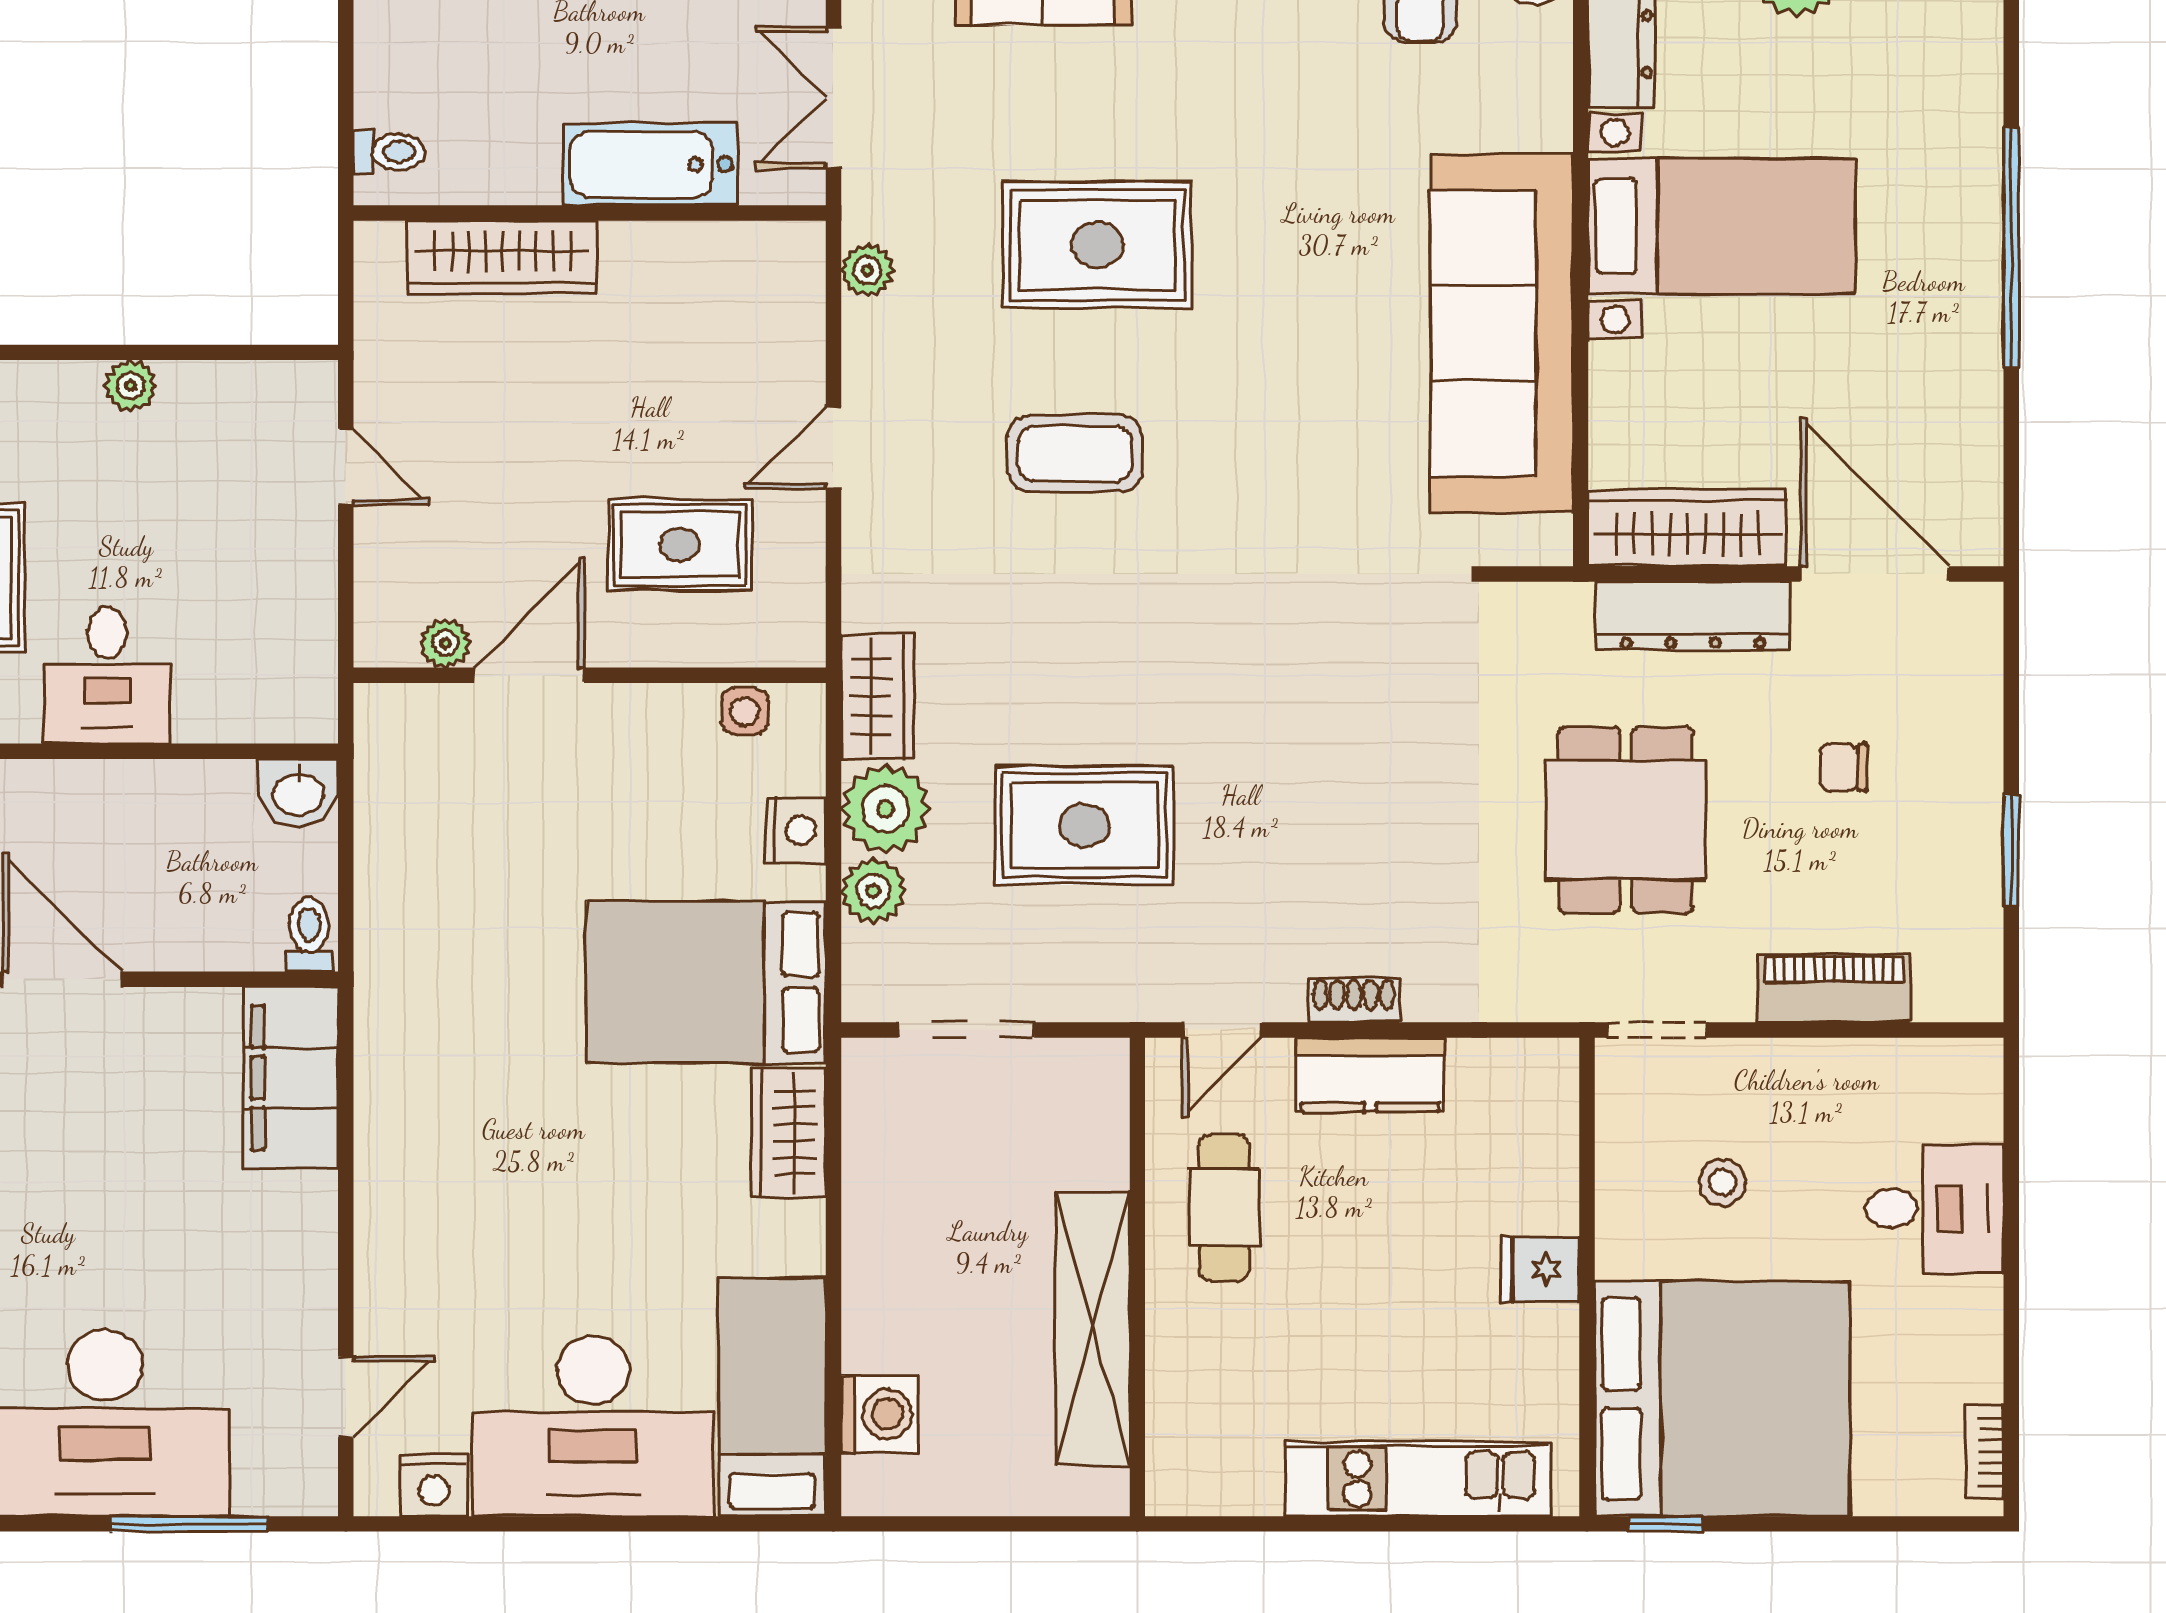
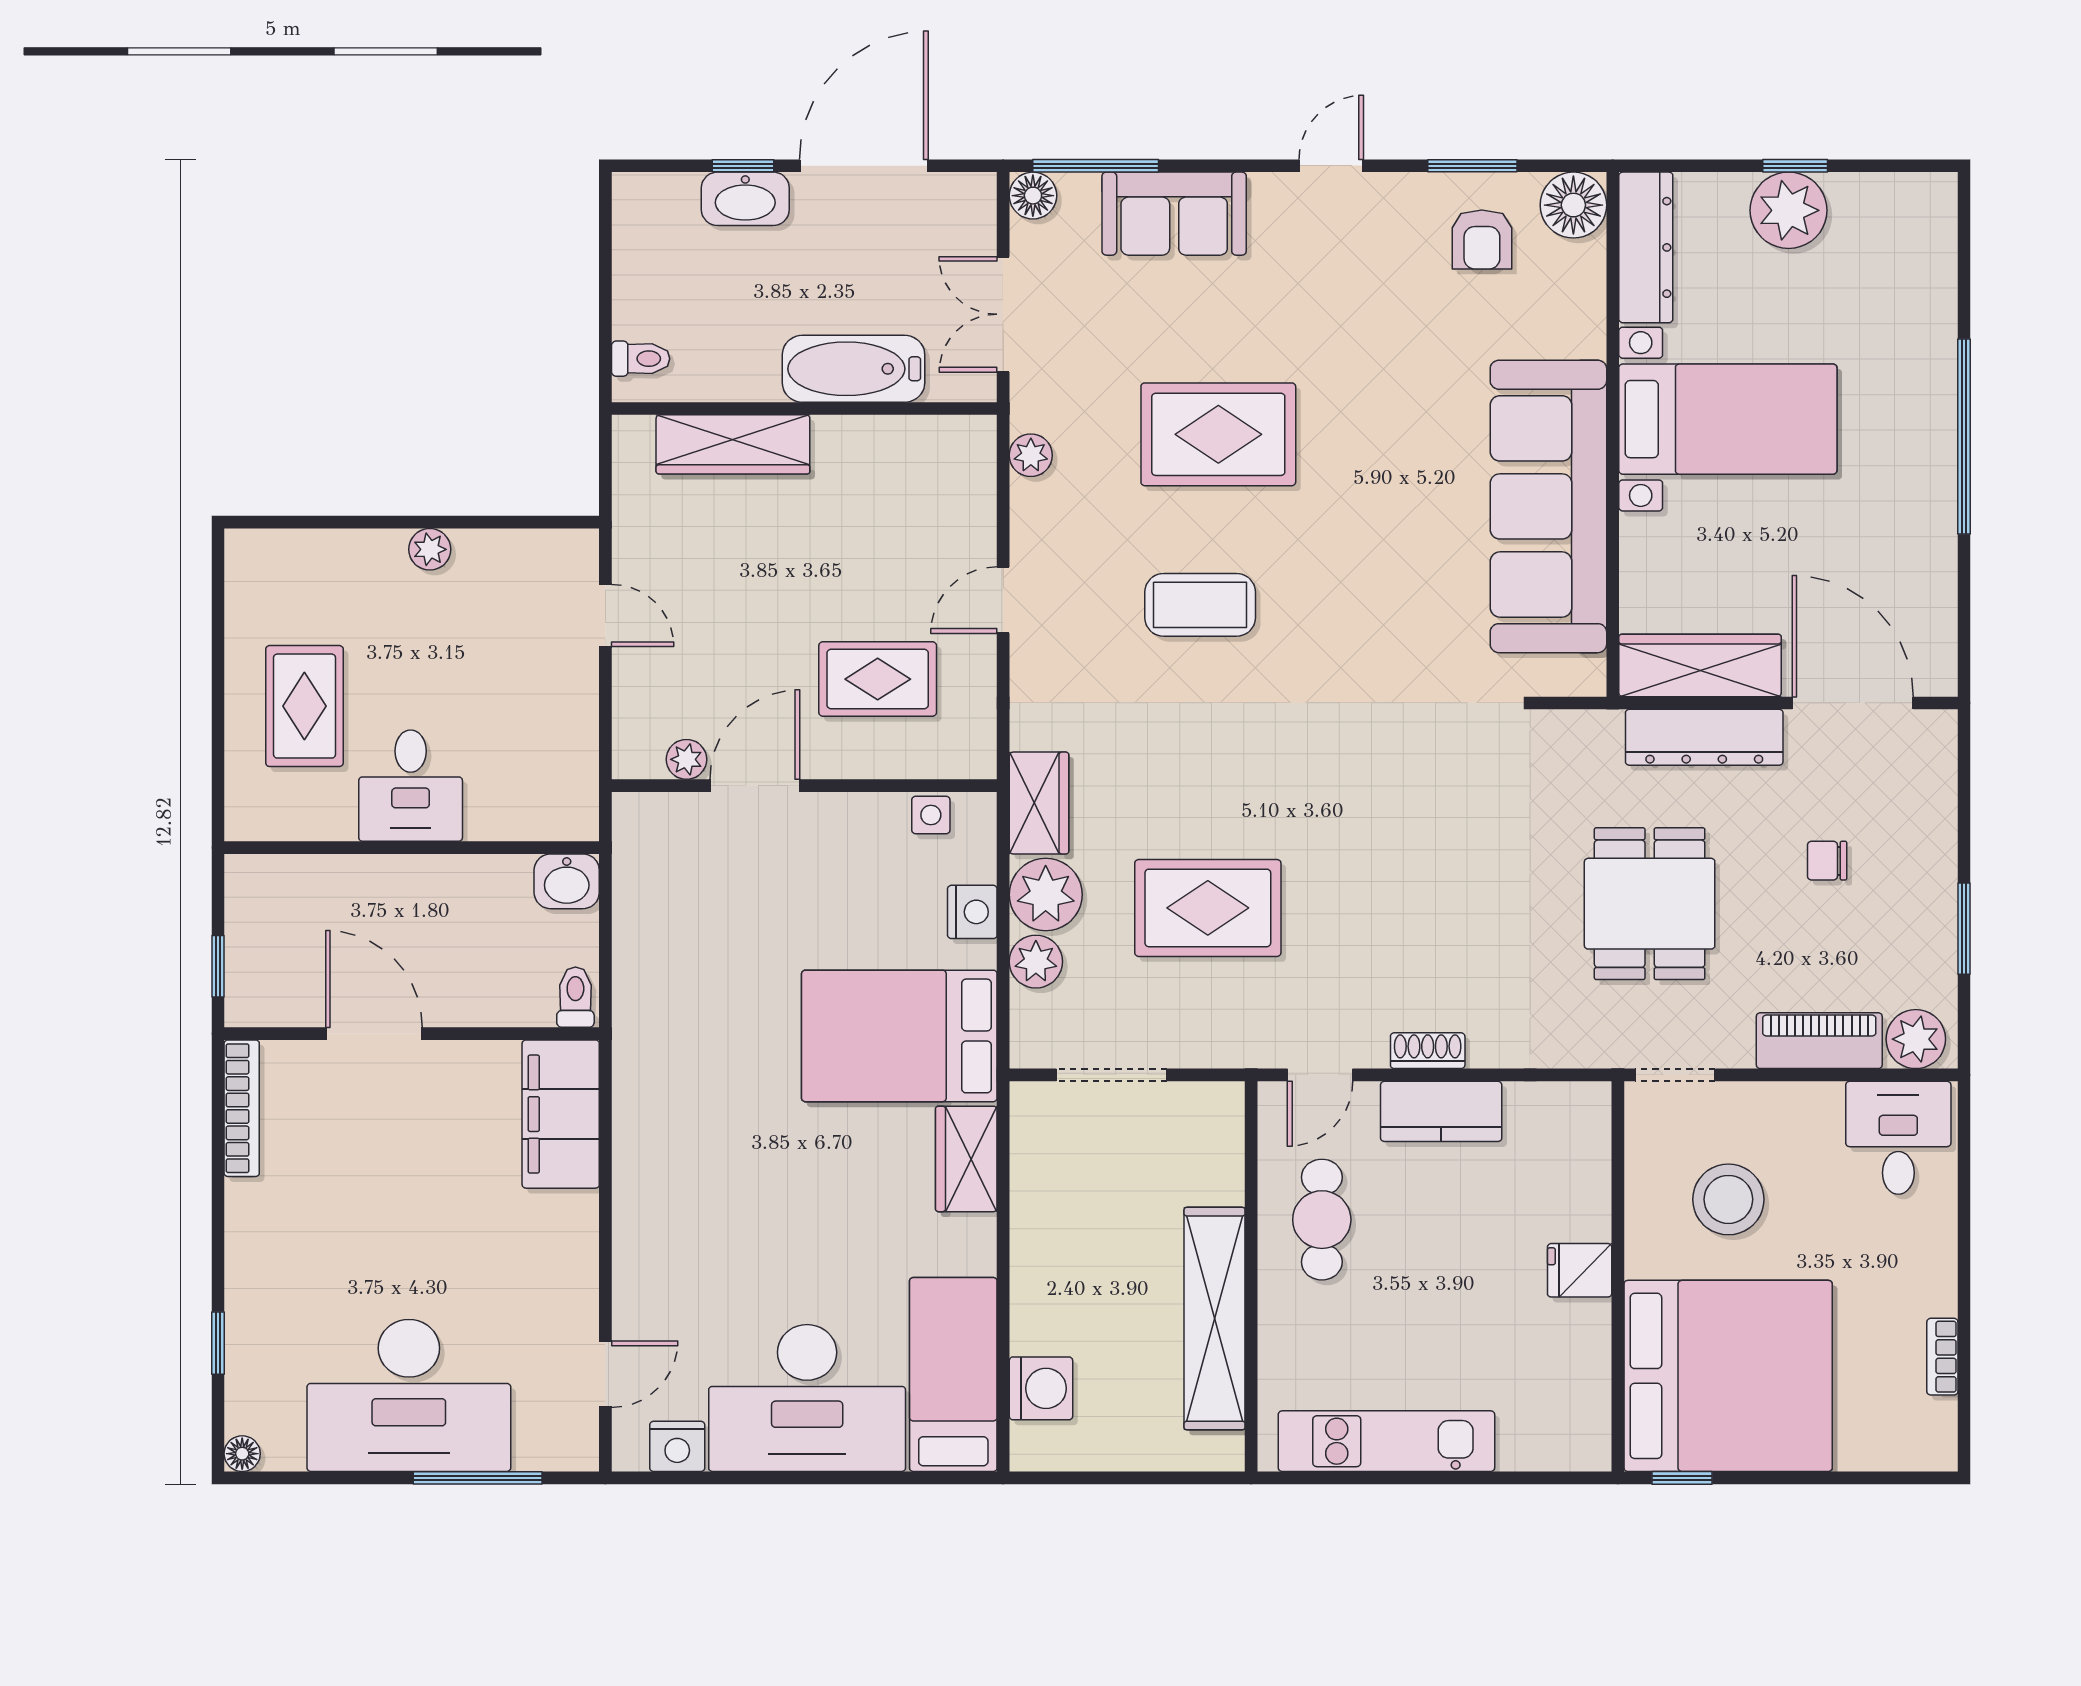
plant: (1952, 986) -> (1916, 1039), added
stool: (1722, 1183) -> (1728, 1199), width x1.89, depth x1.89
desk: (1934, 1208) -> (1898, 1138), moved, turned -90
bookcase: (1985, 1452) -> (1942, 1357), moved
kitchen unit: (1418, 1479) -> (1386, 1441), moved

